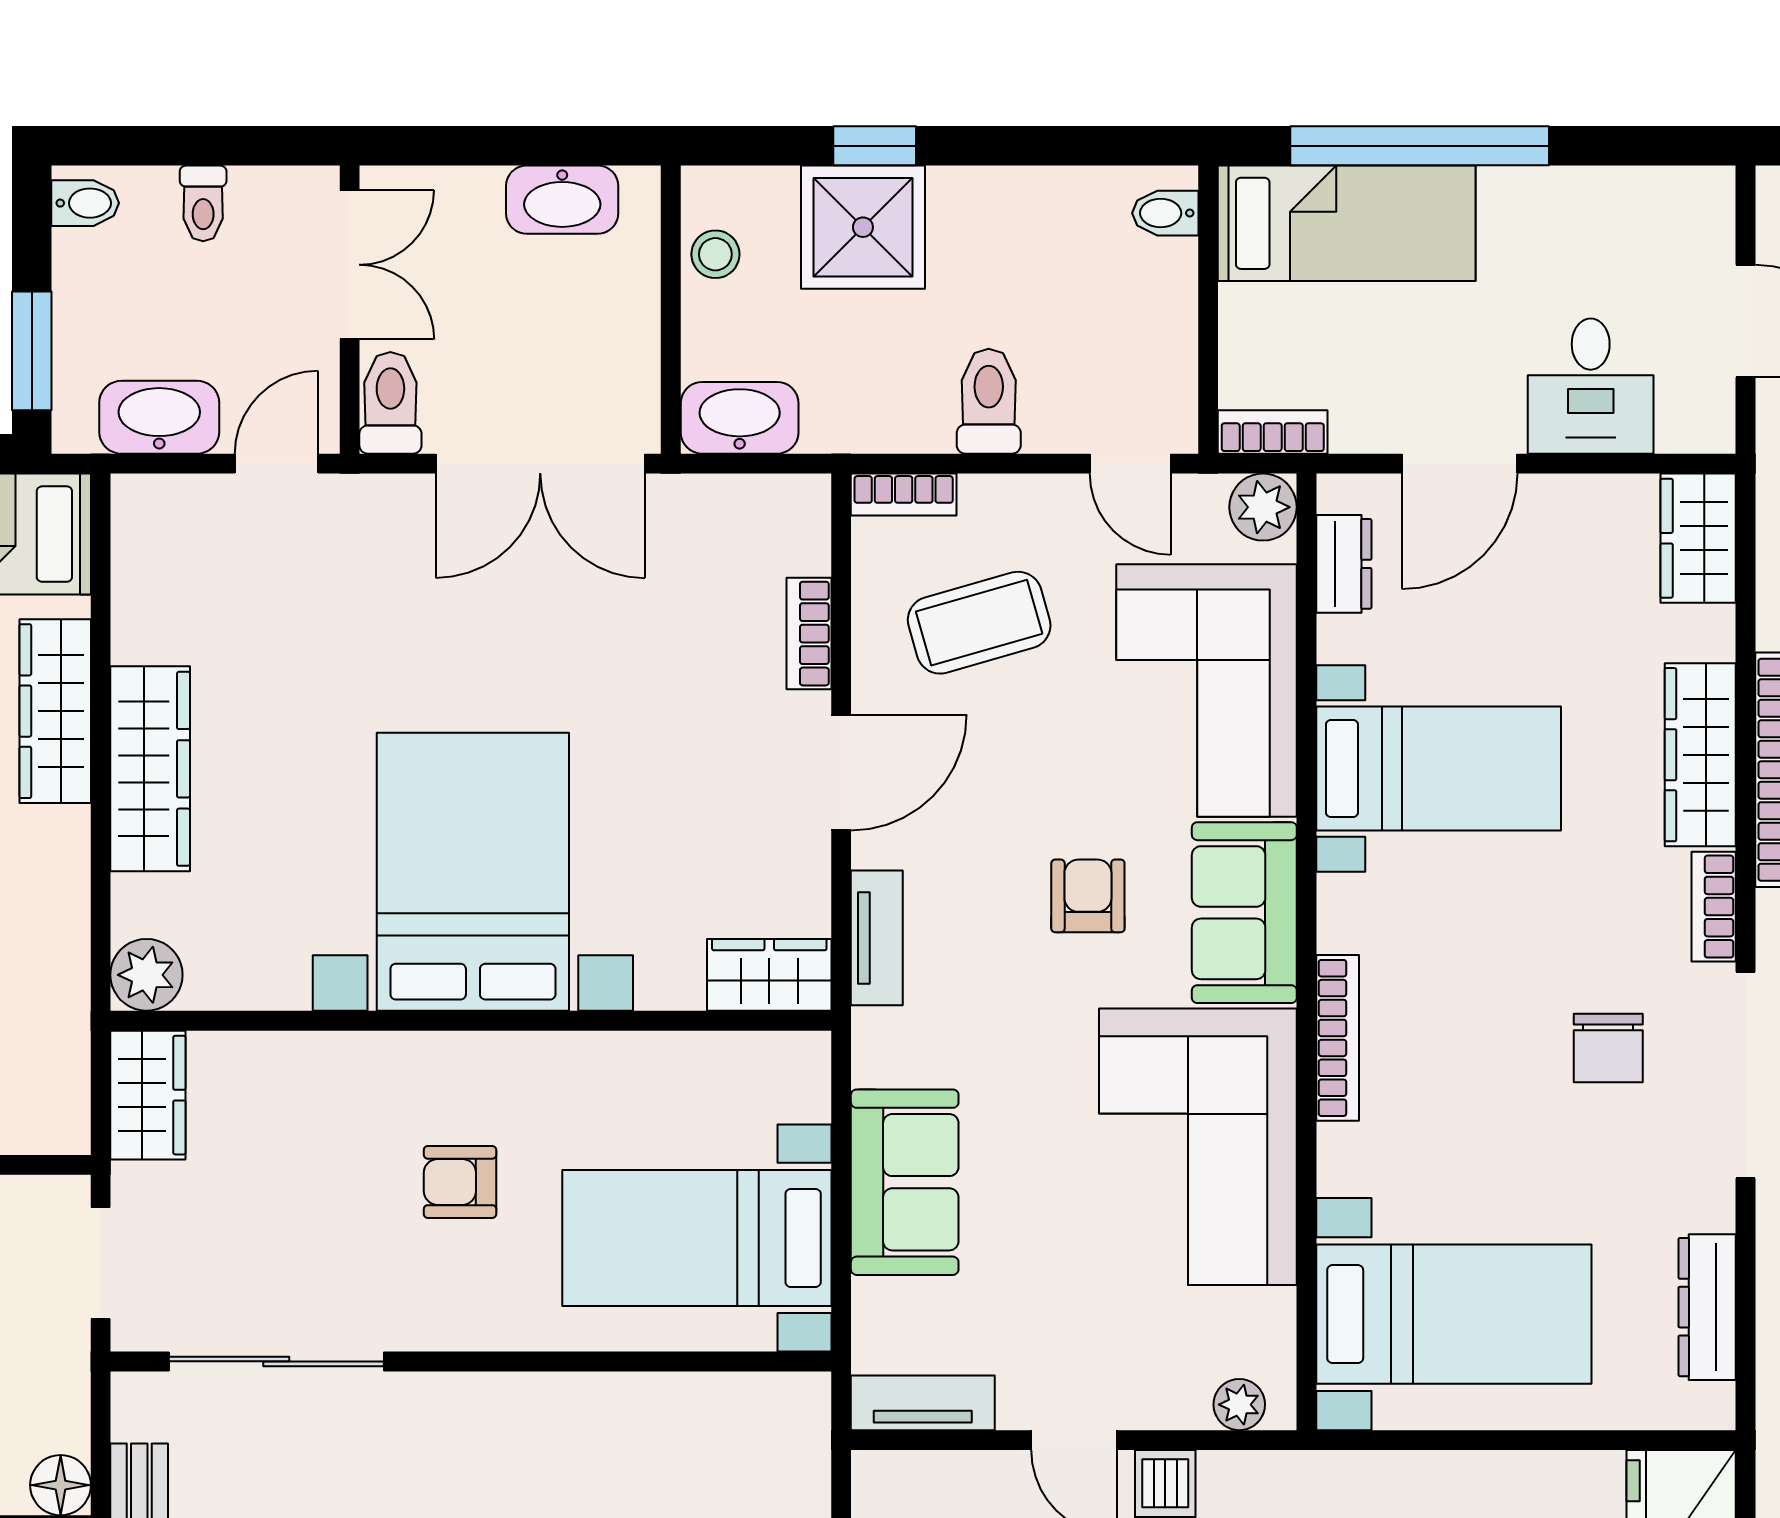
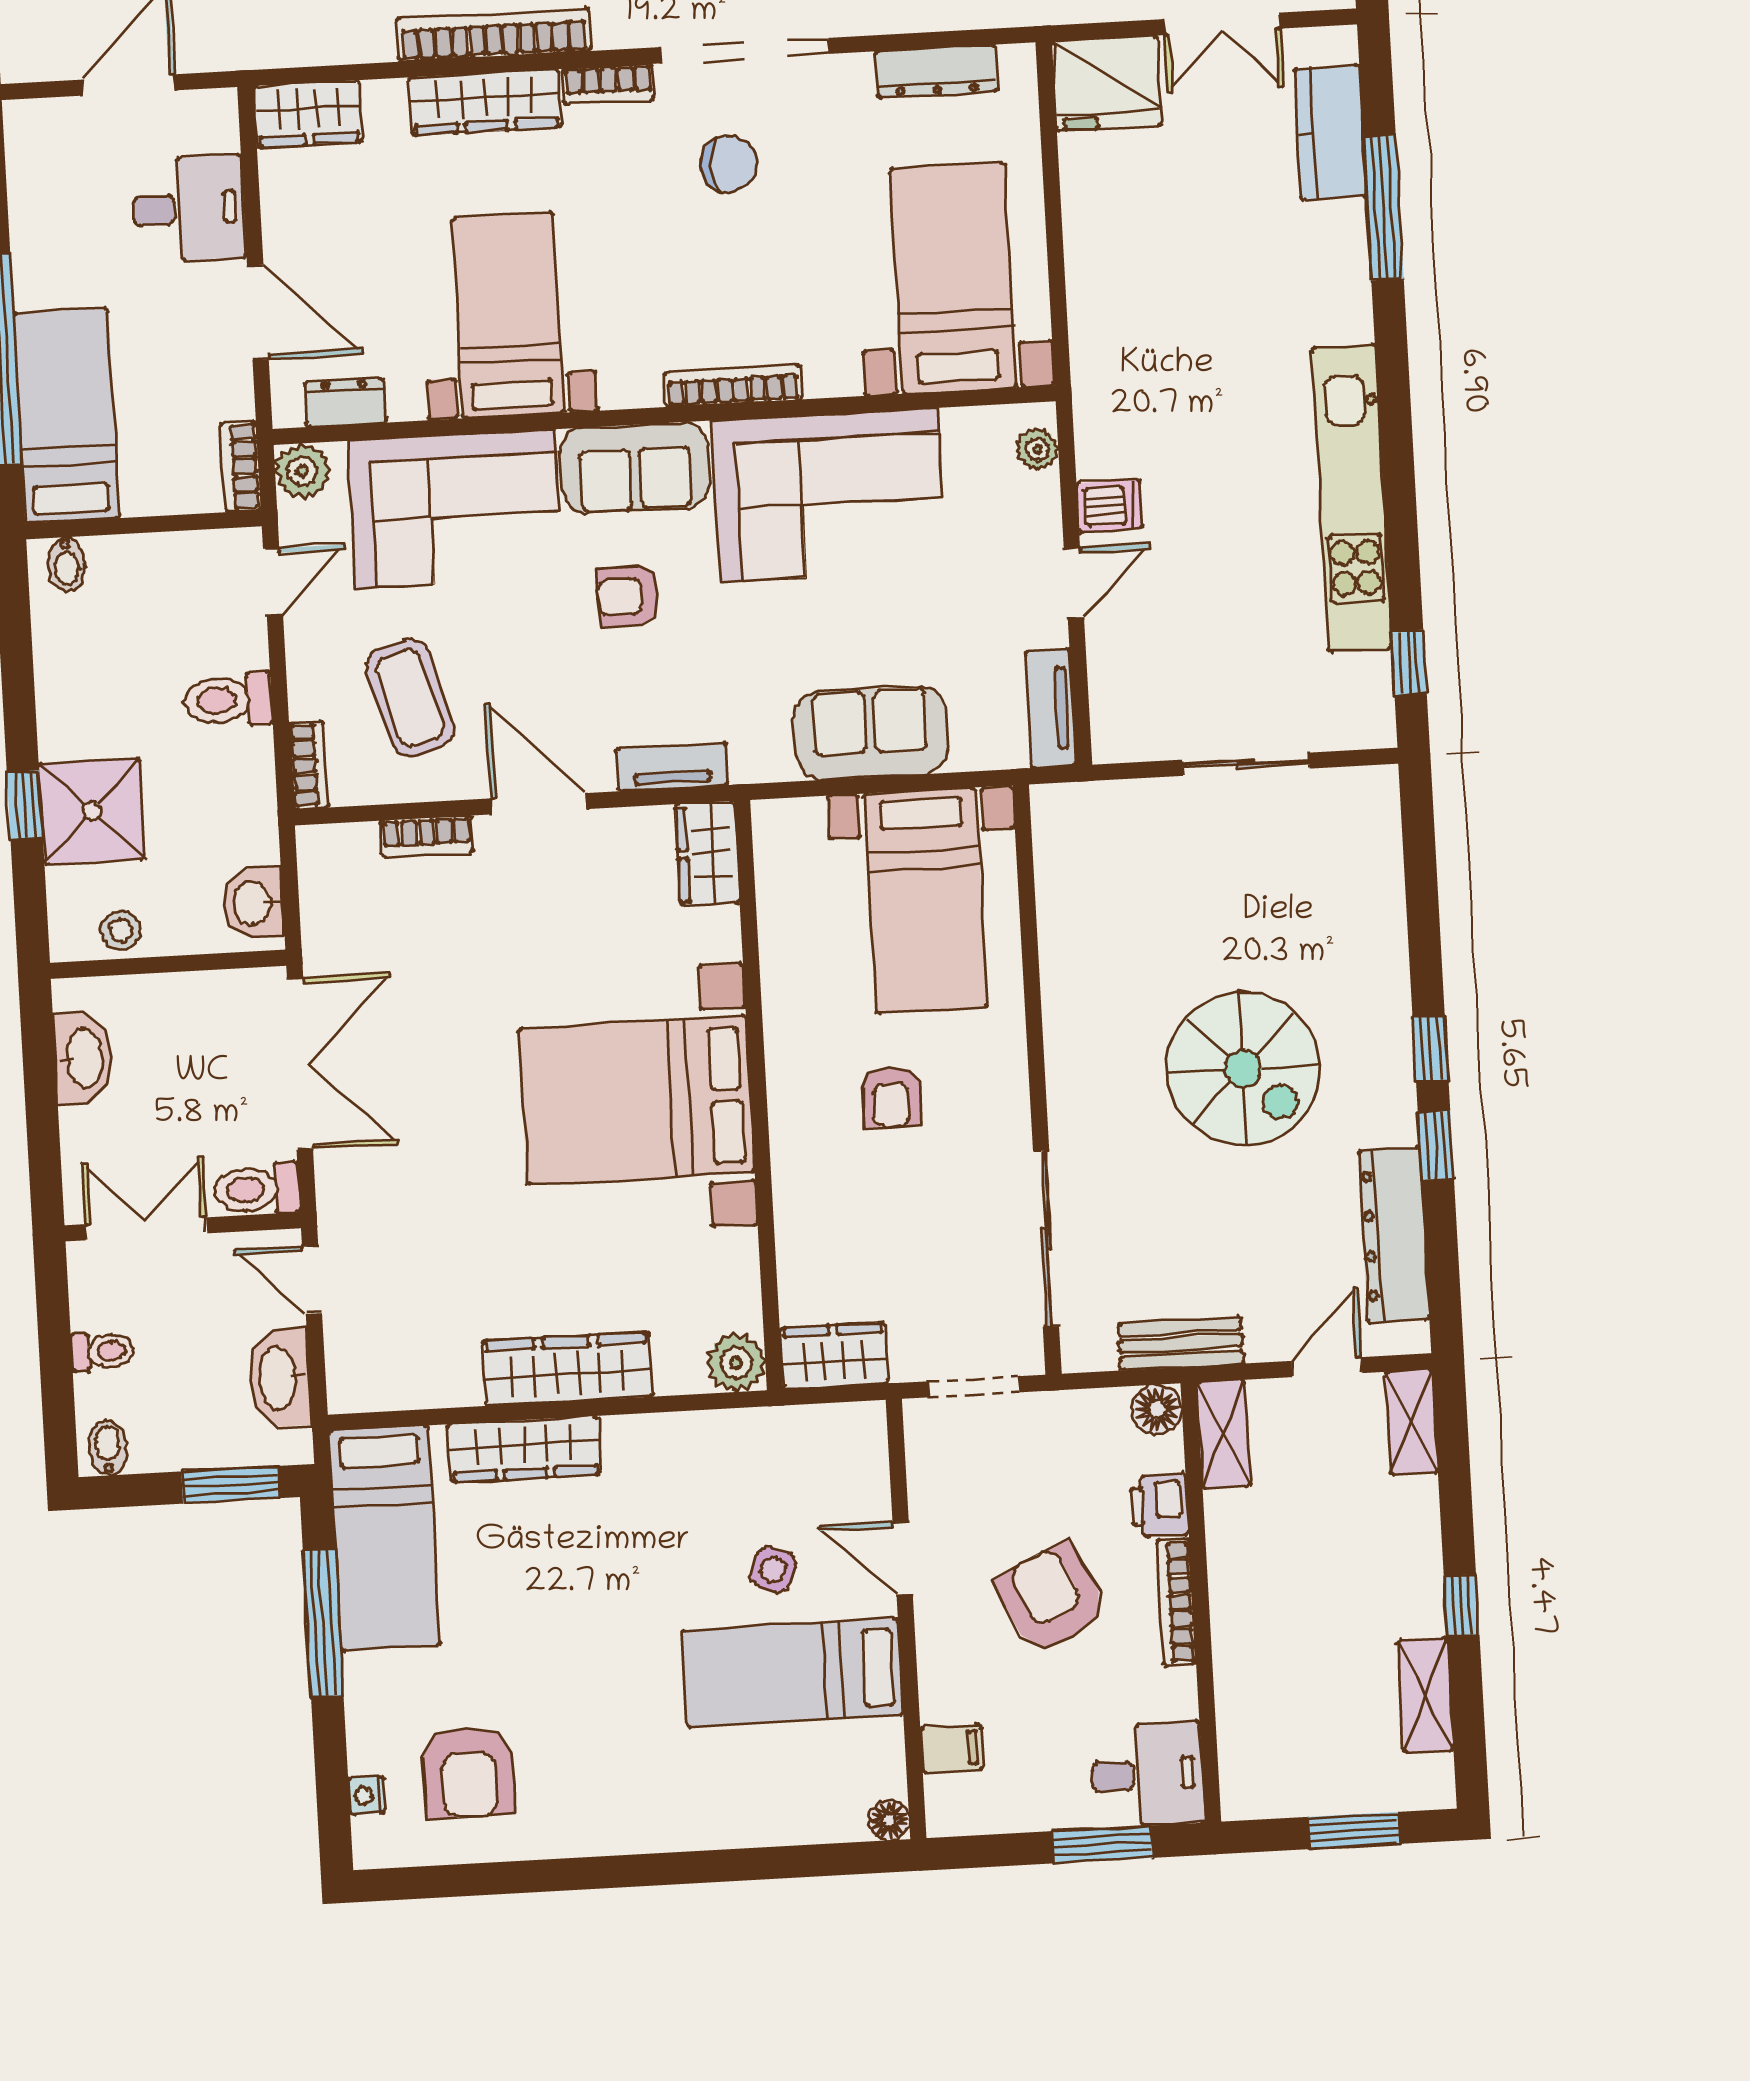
washbasin: (740, 418) -> (253, 903), width x0.72

